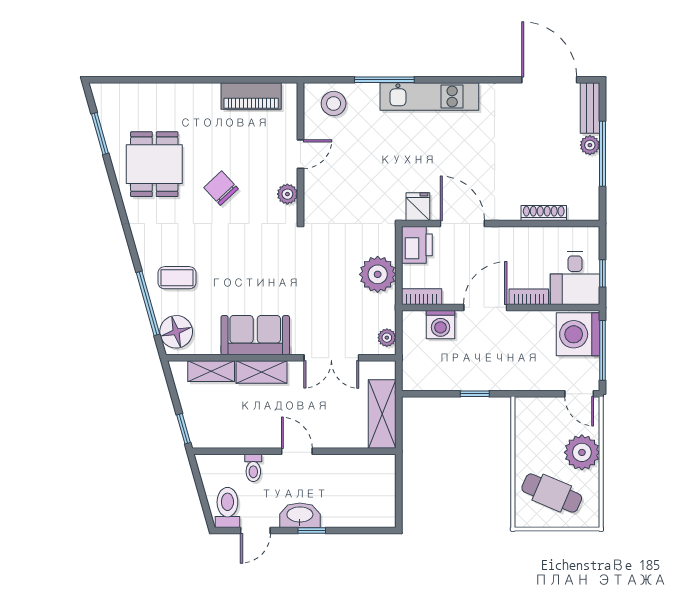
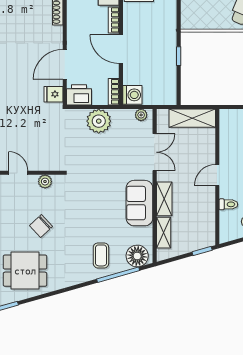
washing machine: (441, 325) -> (132, 95), moved

